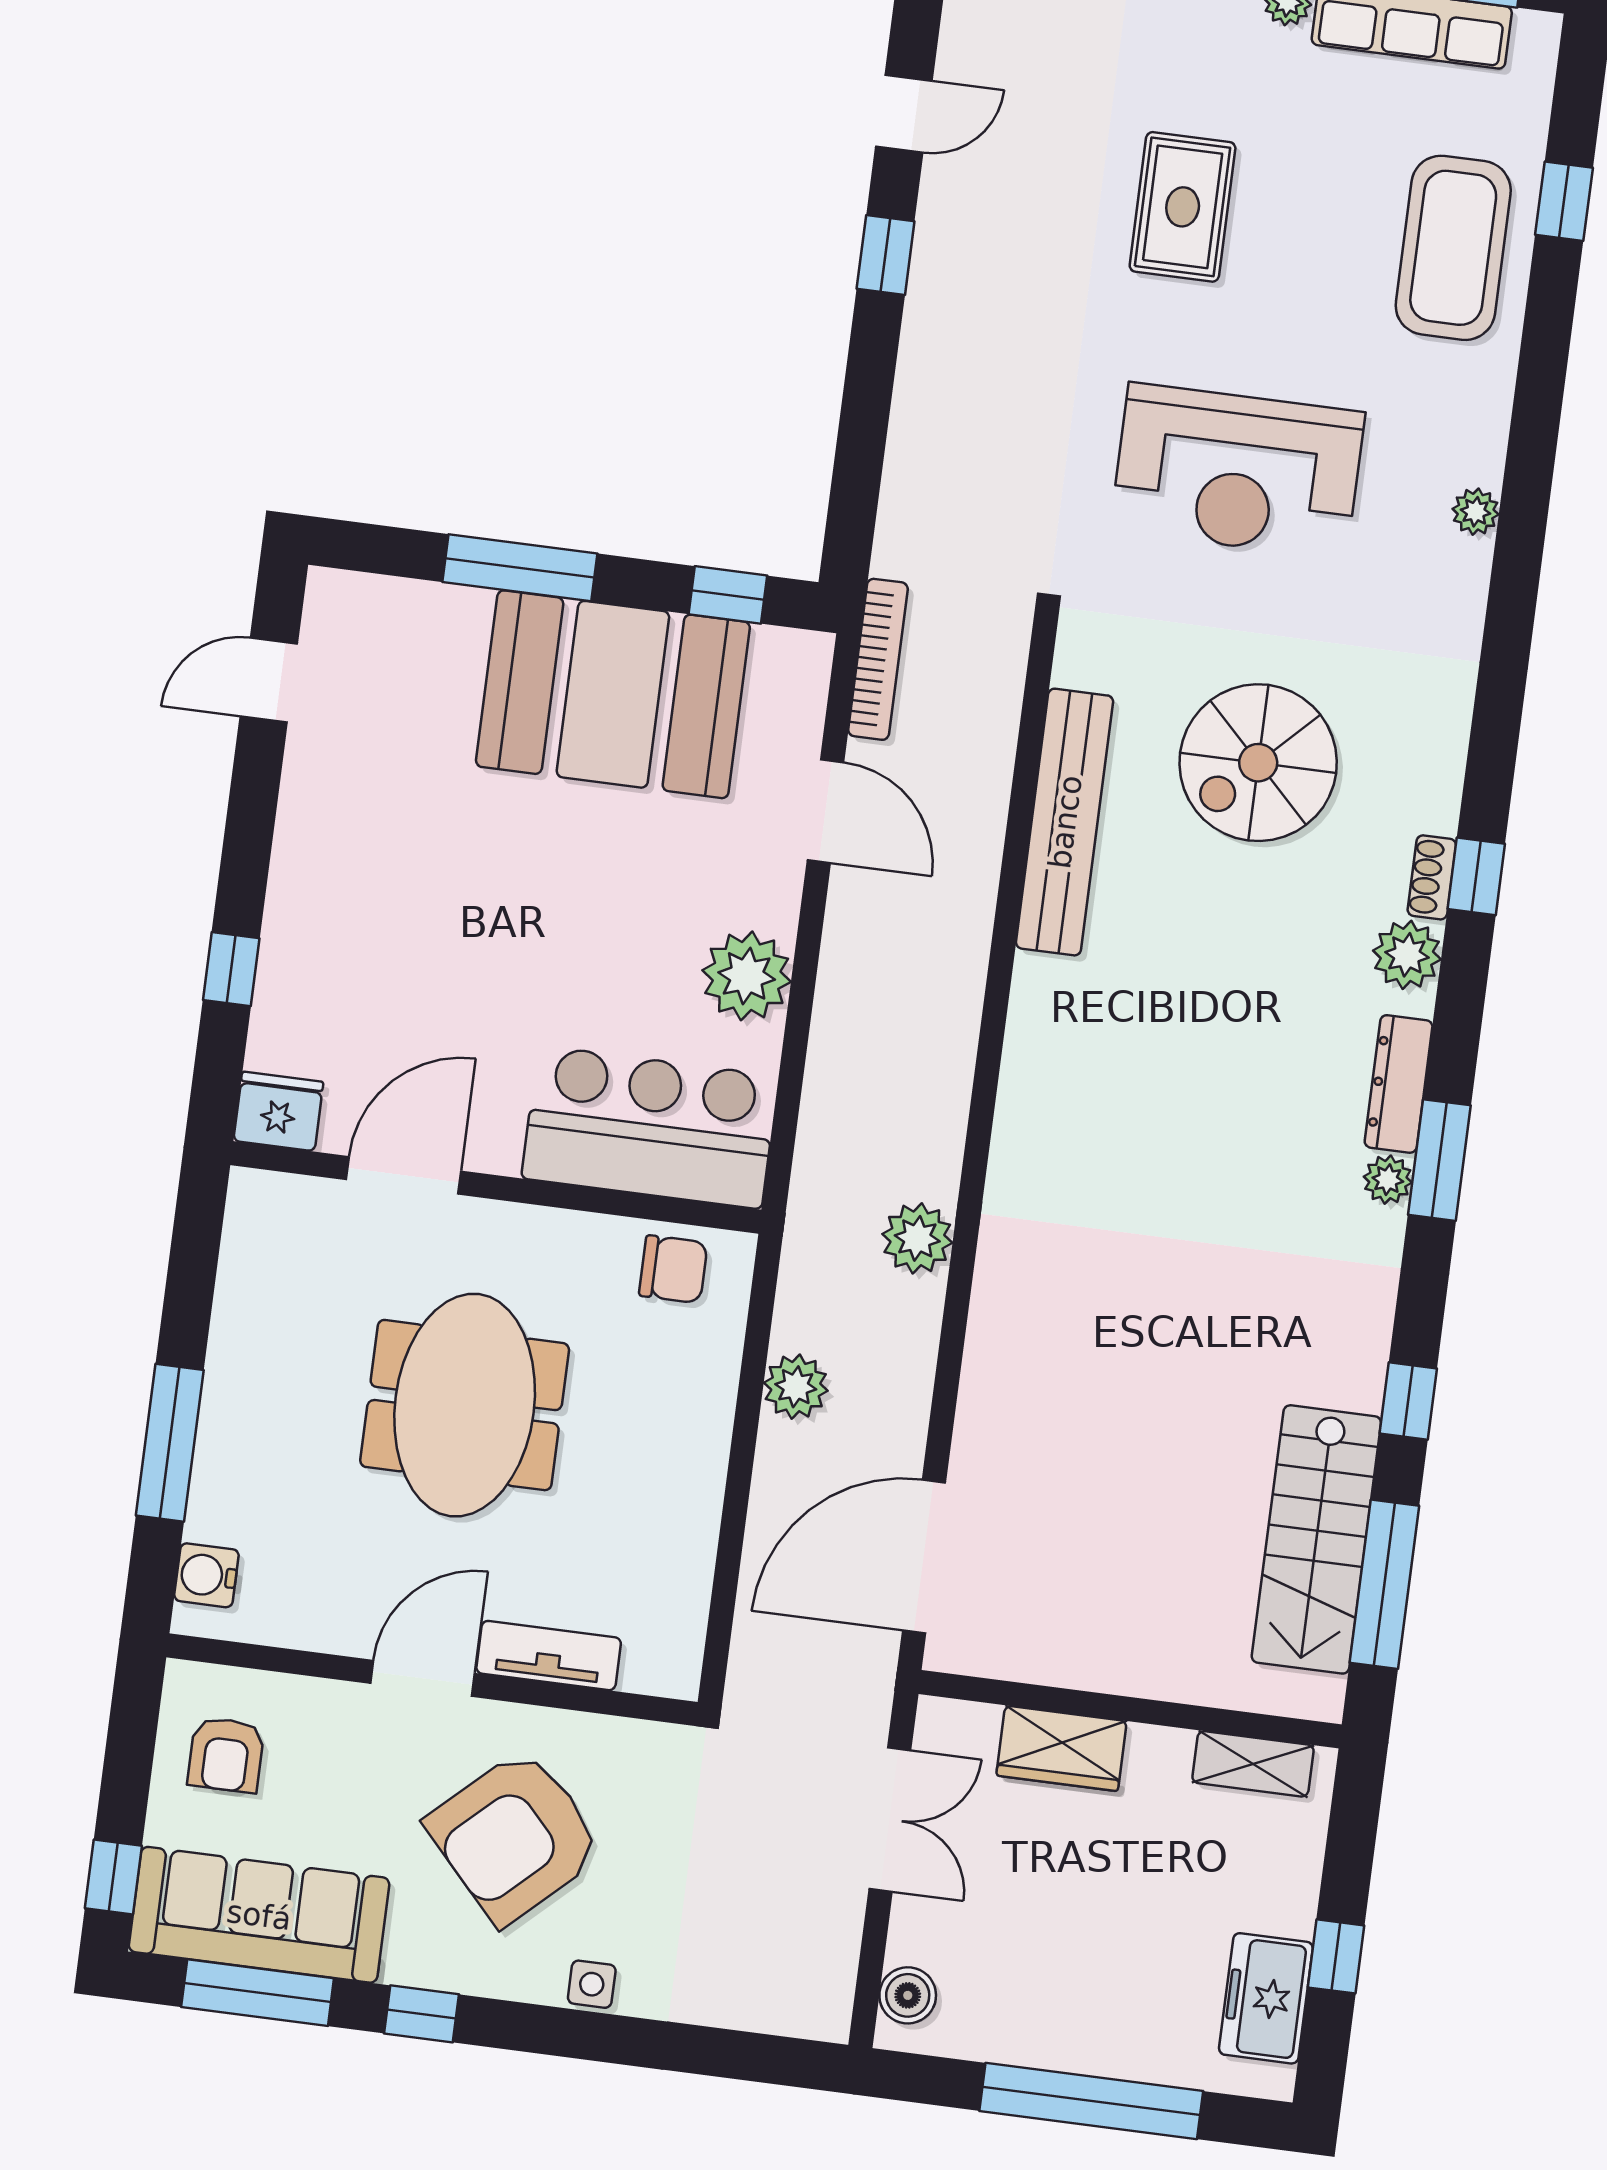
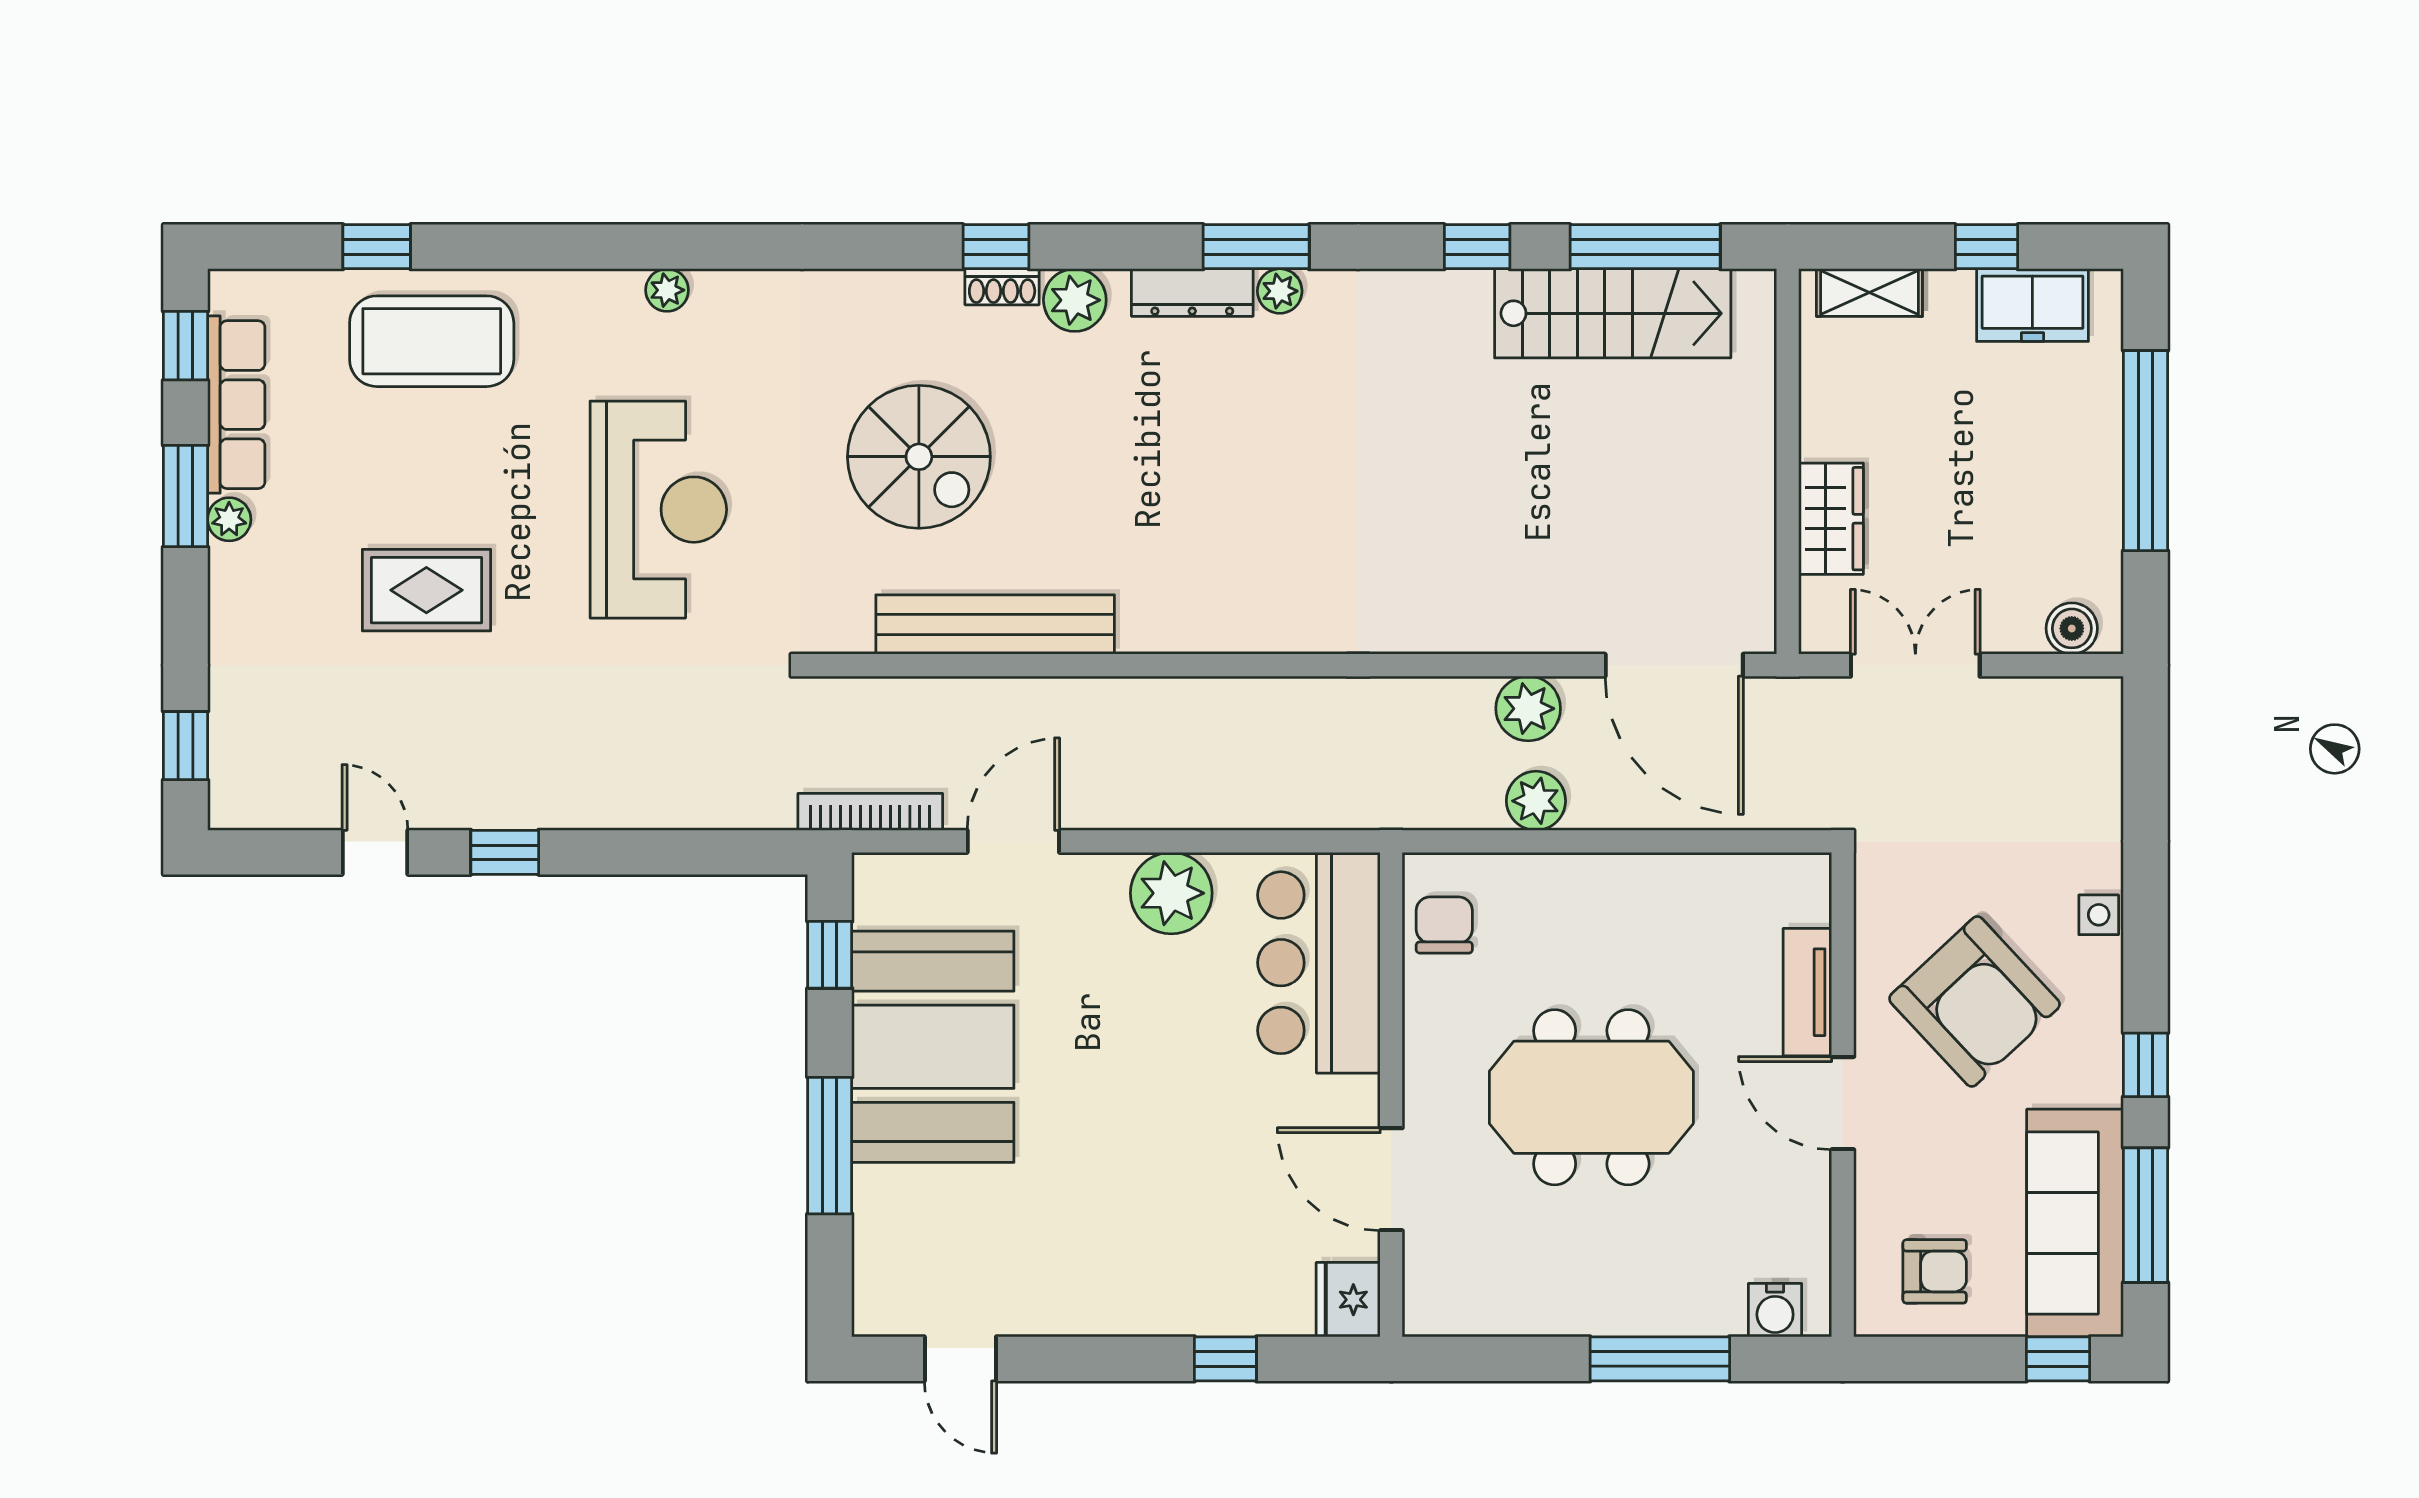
plant: (917, 1238) -> (1528, 709), moved
shelving: (1253, 1764) -> (1869, 293), moved, turned 90

